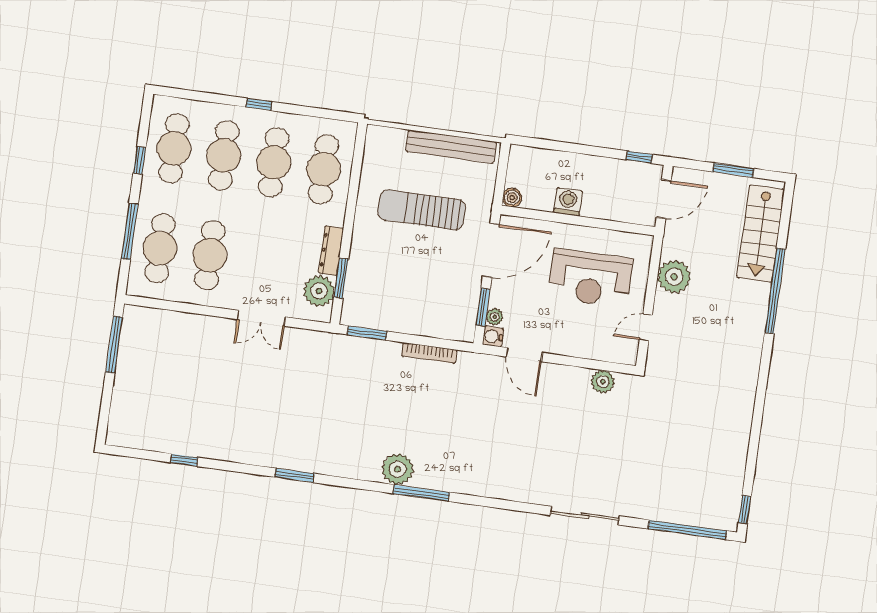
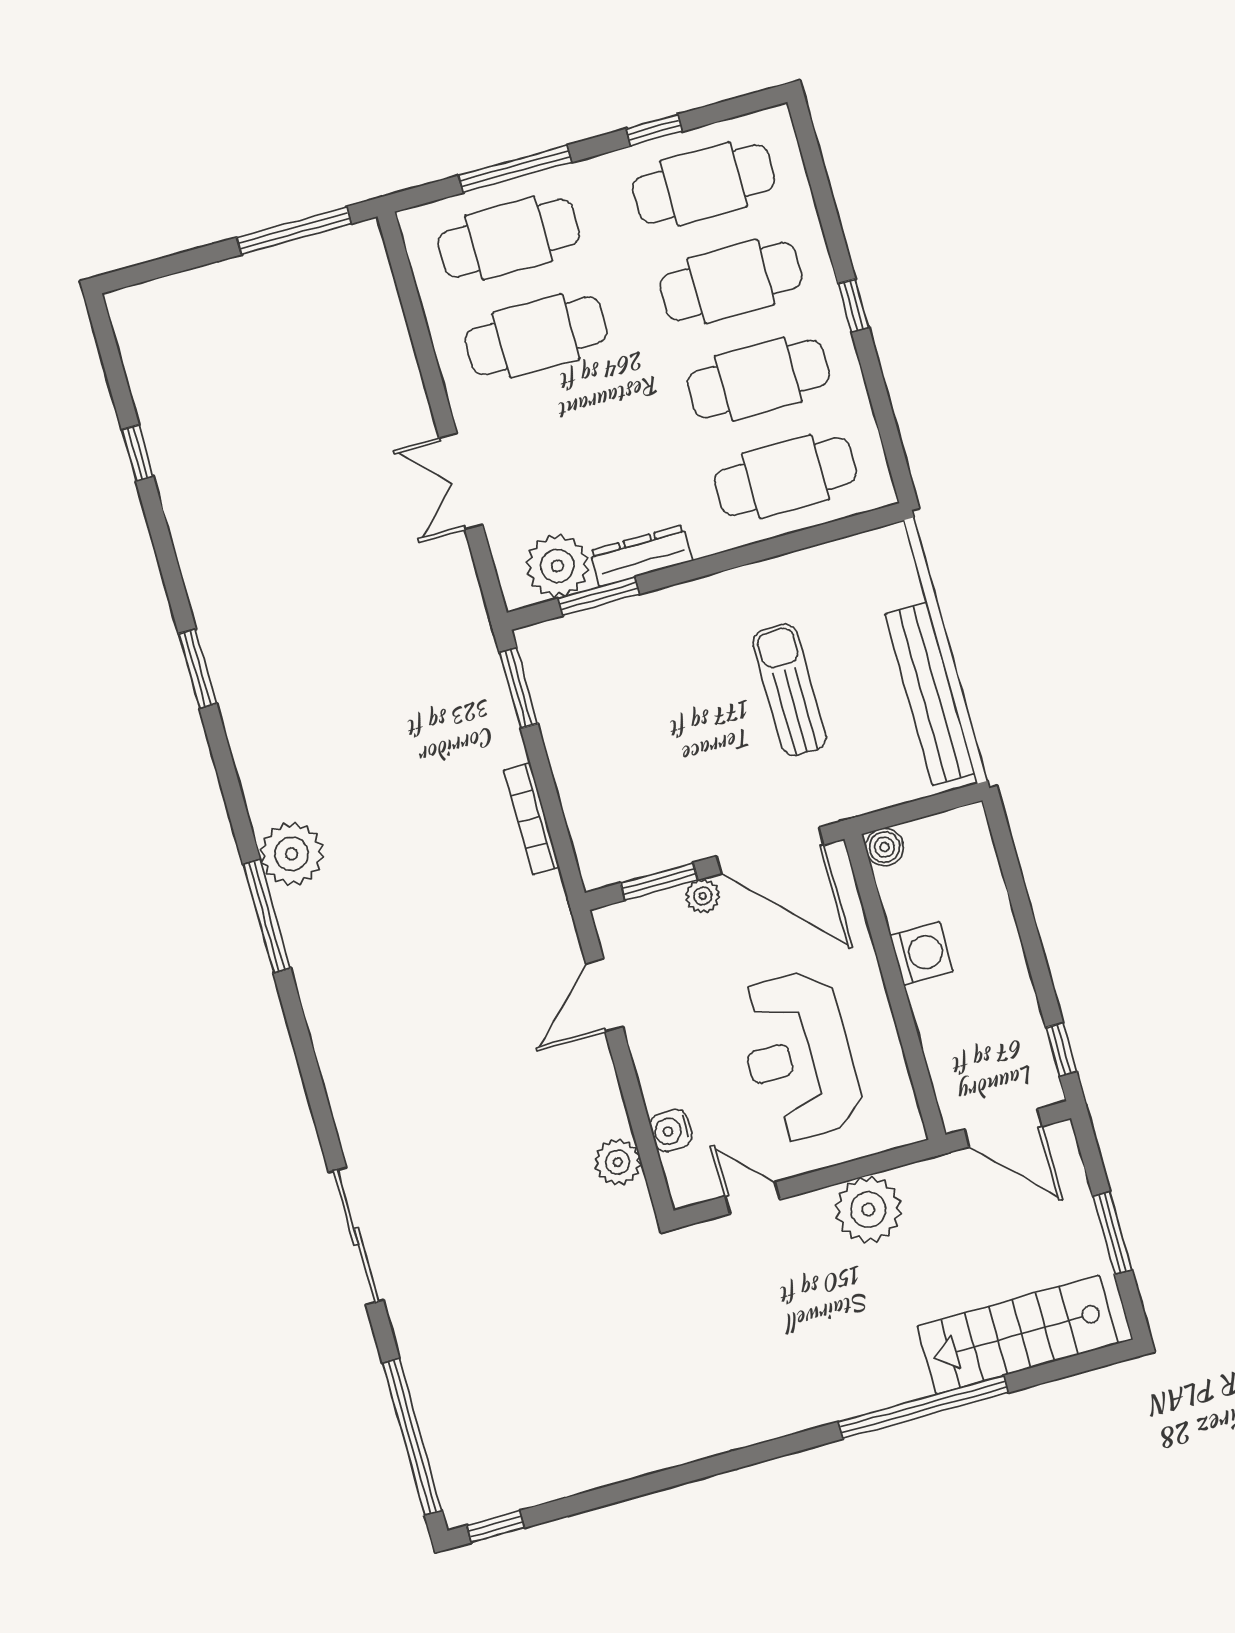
sun lounger: (422, 210) -> (790, 690), width x0.73, depth x0.75
plant: (495, 317) -> (703, 896), moved
water cooler: (493, 336) -> (671, 1131), moved, turned -90

